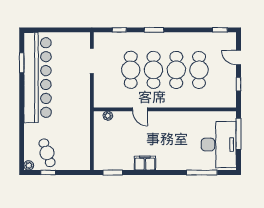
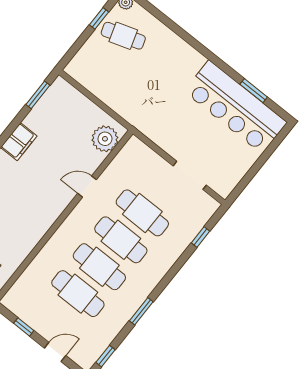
window: (154, 30) -> (141, 311), moved
bar counter: (38, 78) -> (235, 107), width x0.73
plant: (108, 116) -> (105, 139), width x1.88, depth x1.88

